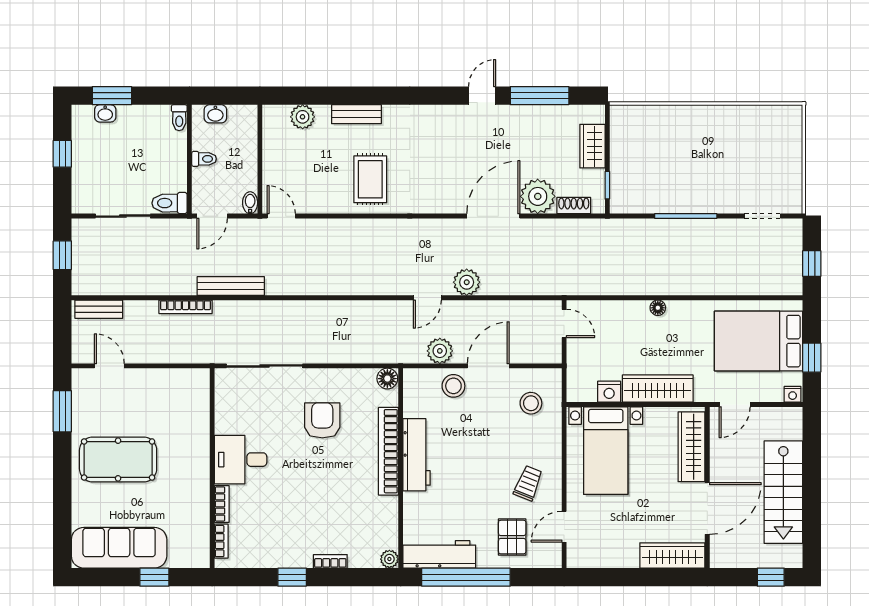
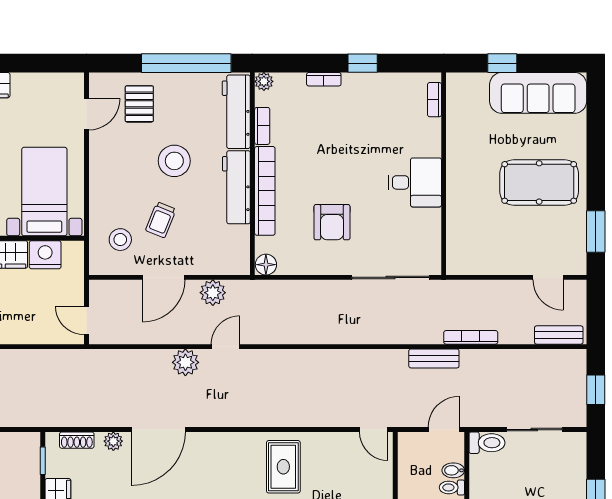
plant: (538, 196) -> (113, 441), width x0.53, depth x0.53
bidet: (250, 203) -> (453, 470), moved, turned 90
bench: (231, 286) -> (434, 358), width x0.73
stool: (453, 386) -> (174, 161), moved, width x1.38, depth x1.38
nightstand: (609, 392) -> (45, 255), width x1.36, depth x1.33
trolley: (528, 483) -> (161, 220), moved
bookcase: (222, 504) -> (262, 126), moved, turned 180
workbench: (439, 554) -> (236, 112), moved, turned 90

